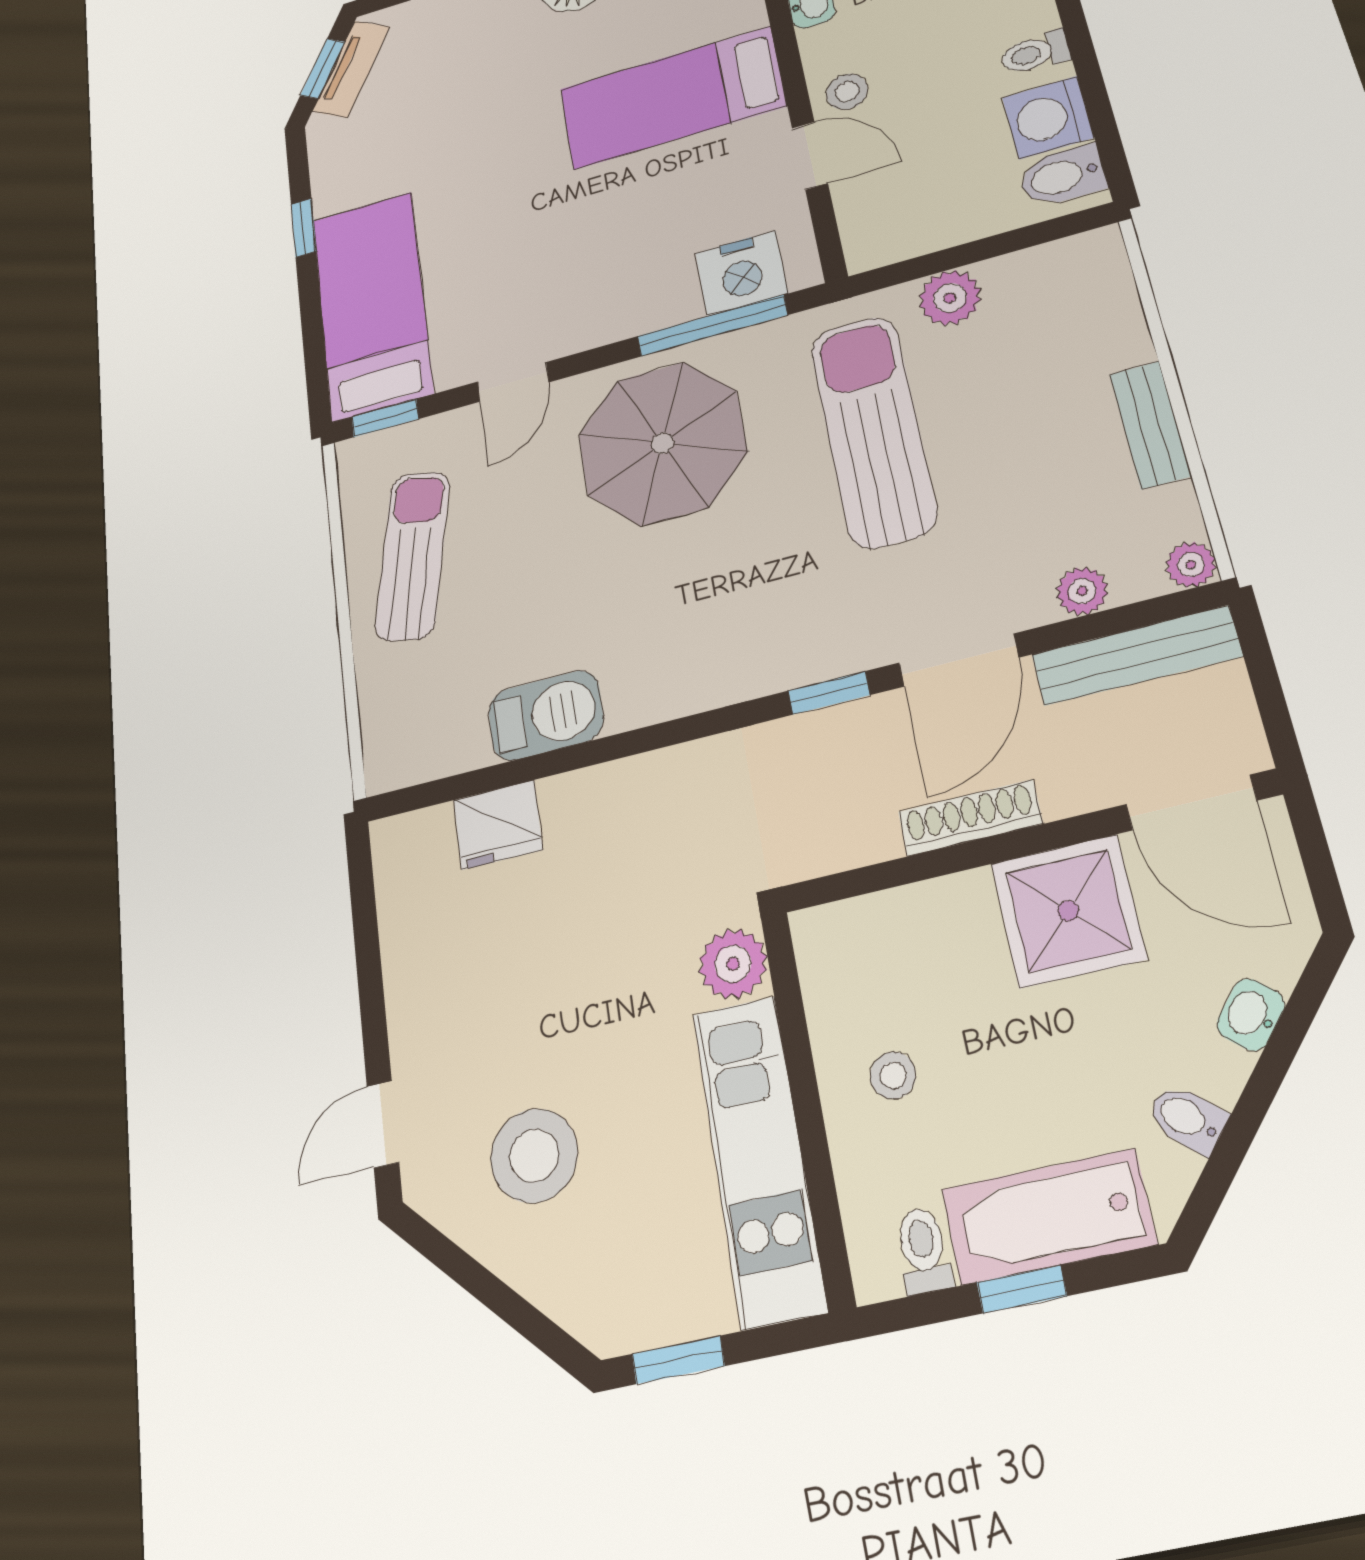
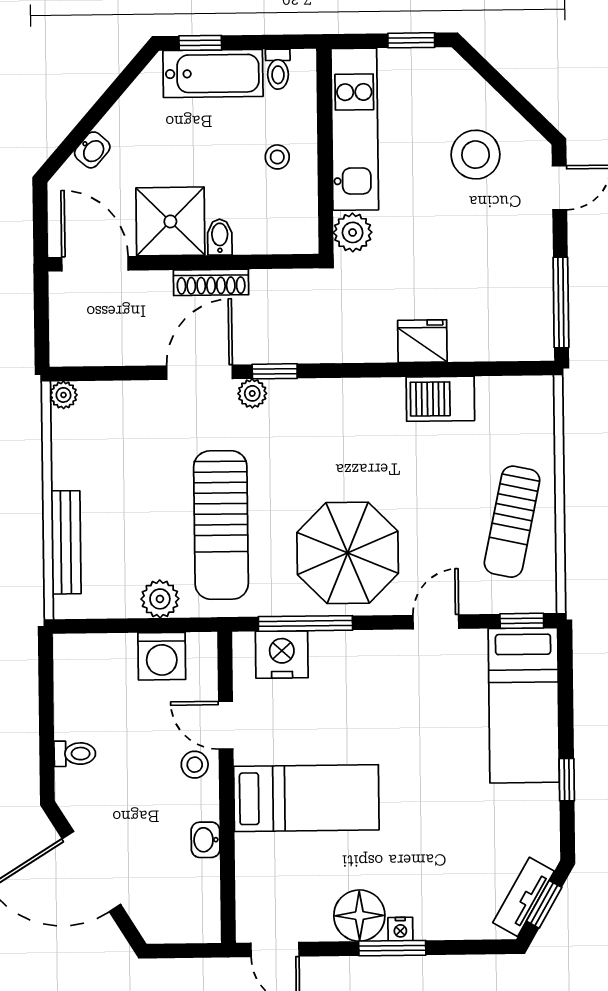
washing machine: (1048, 118) -> (162, 656), moved, turned 90
bidet: (1062, 176) -> (78, 661), removed
bench: (1150, 425) -> (66, 542), moved, width x1.36
plant: (1082, 591) -> (252, 393), moved
bench: (1136, 655) -> (104, 351), removed
fridge: (498, 825) -> (422, 341), moved
window: (365, 921) -> (561, 303), added
bidet: (1187, 1119) -> (220, 237), moved, turned -131
window: (1022, 1289) -> (200, 43), moved

